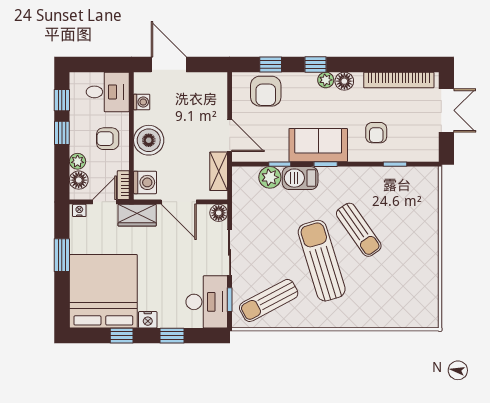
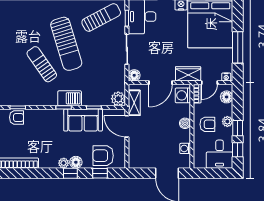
floor lamp: (344, 81) -> (76, 162), moved
armchair: (266, 91) -> (103, 156), turned -90
desk: (108, 92) -> (220, 154), moved, turned -90
armchair: (376, 133) -> (17, 117), moved, turned 90
boiler: (149, 140) -> (185, 123), width x0.54, depth x0.54
sofa: (318, 145) -> (83, 120), moved
plant: (78, 161) -> (227, 121), moved
plant: (270, 177) -> (118, 99), moved
barbecue: (300, 178) -> (70, 98), moved
door: (179, 202) -> (161, 83), swing flipped
window: (62, 255) -> (238, 47), width x1.44

